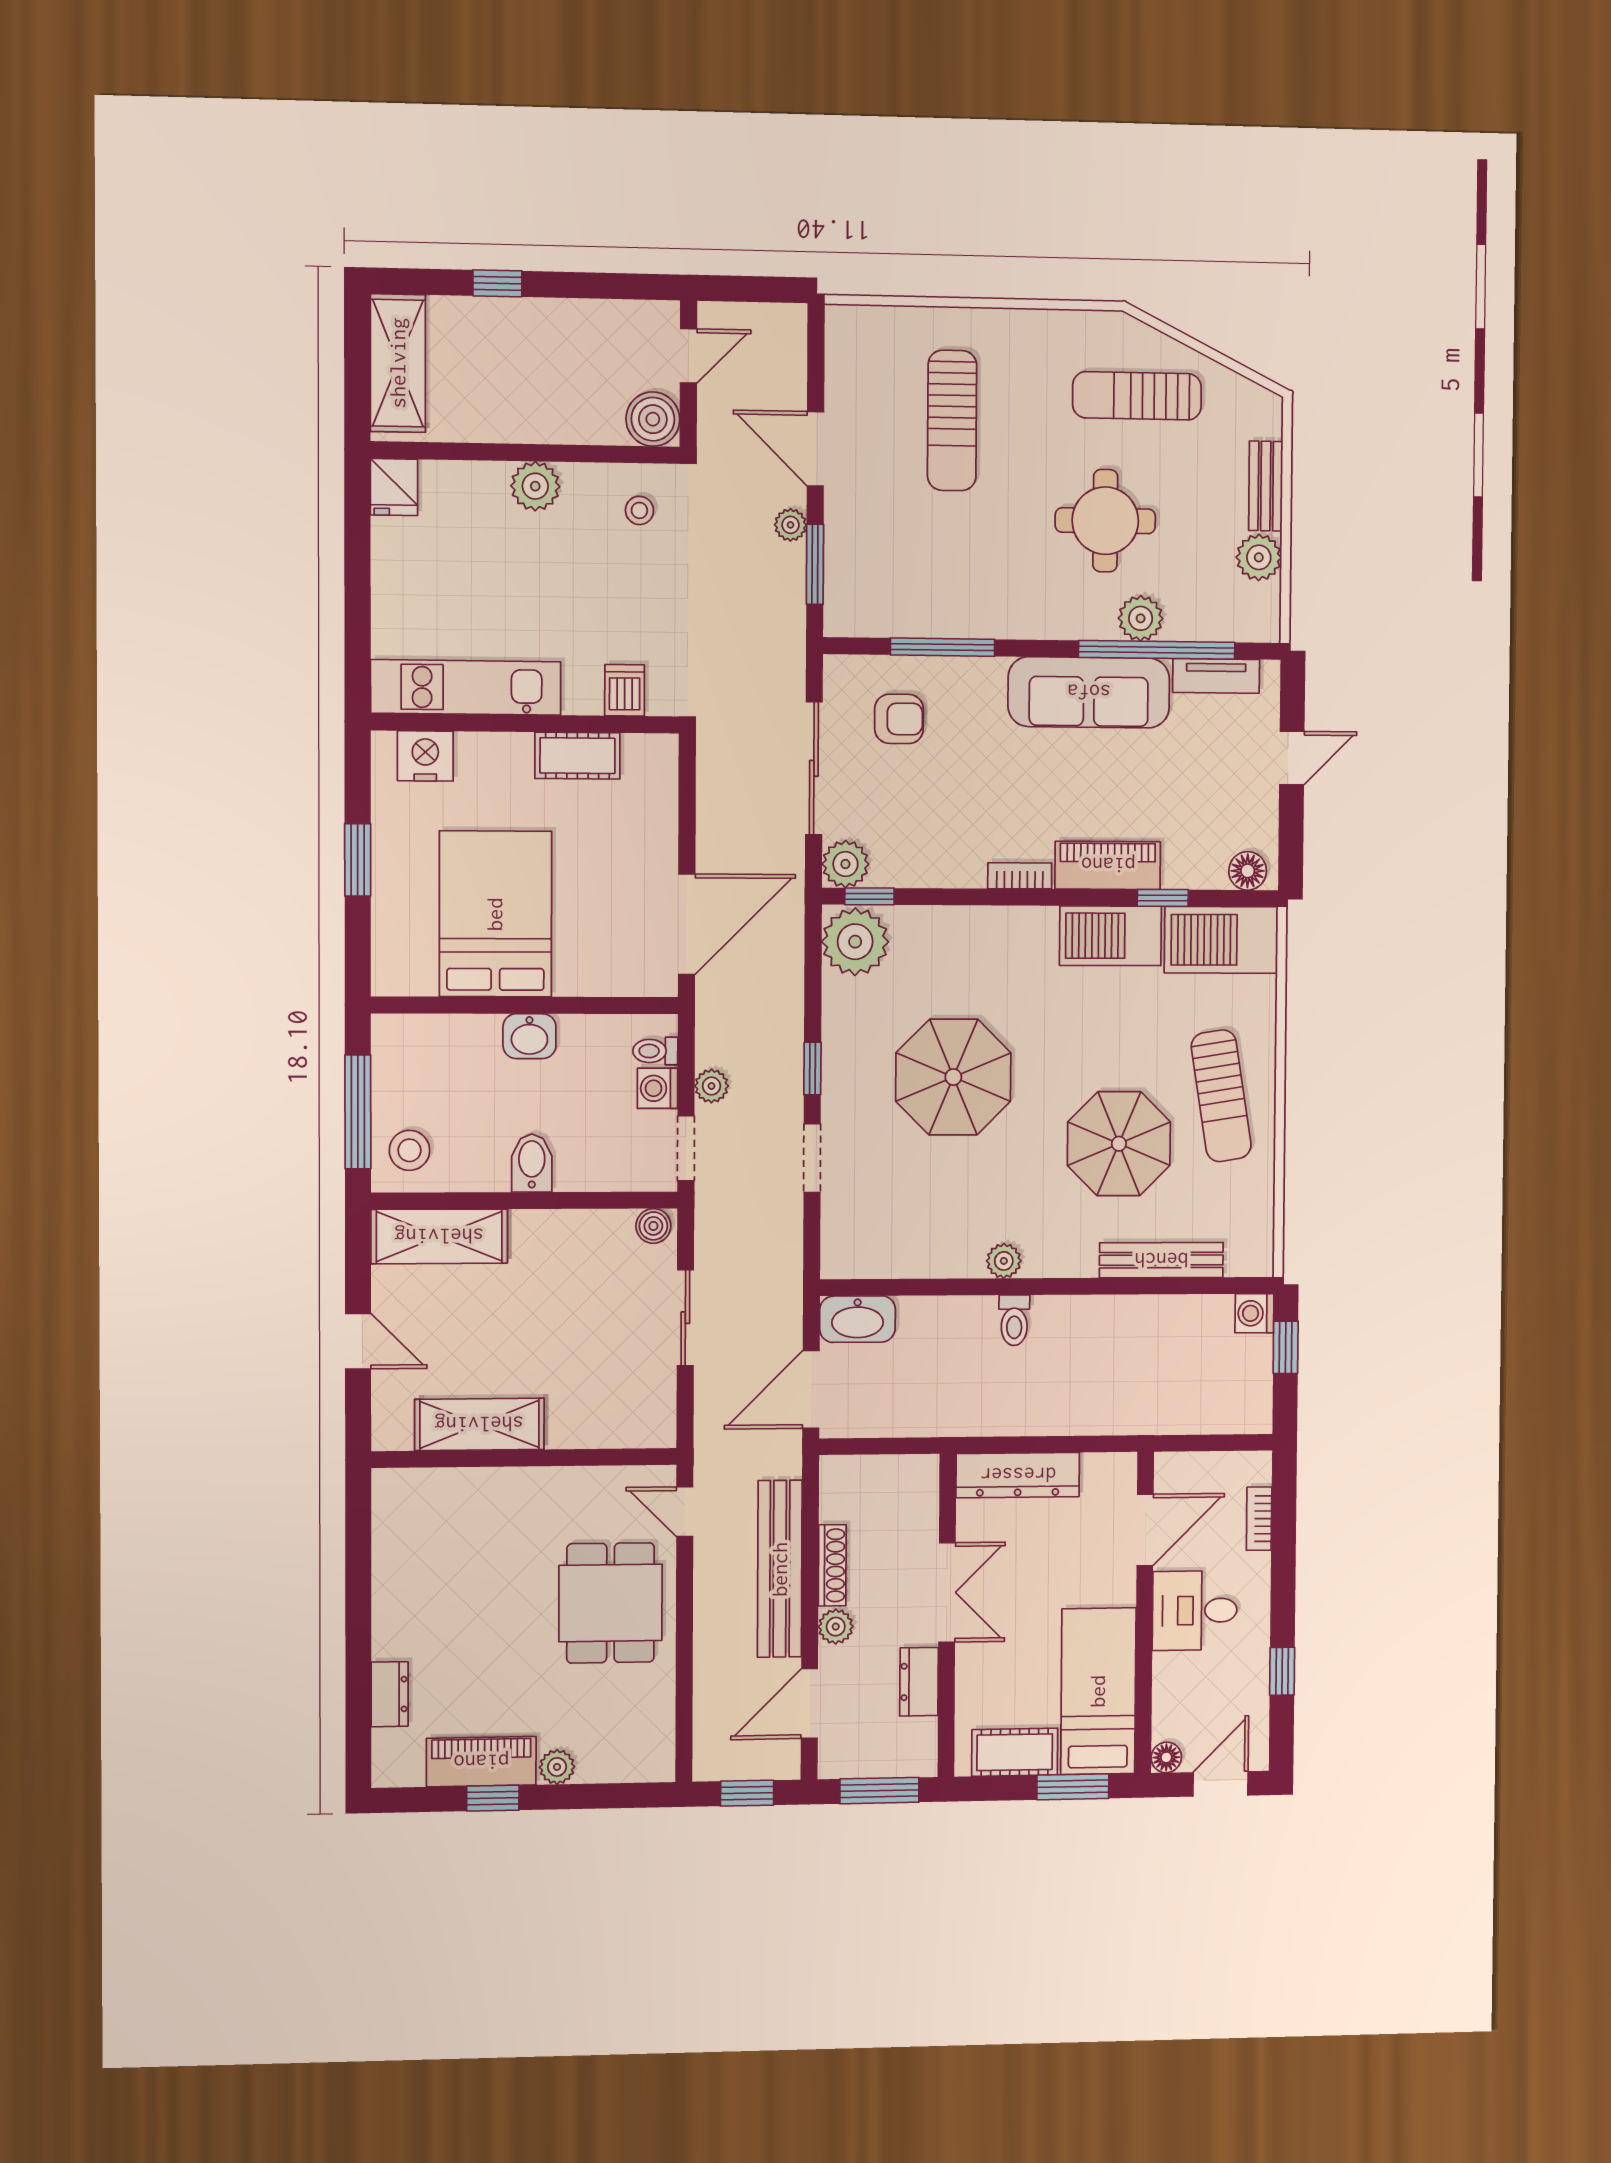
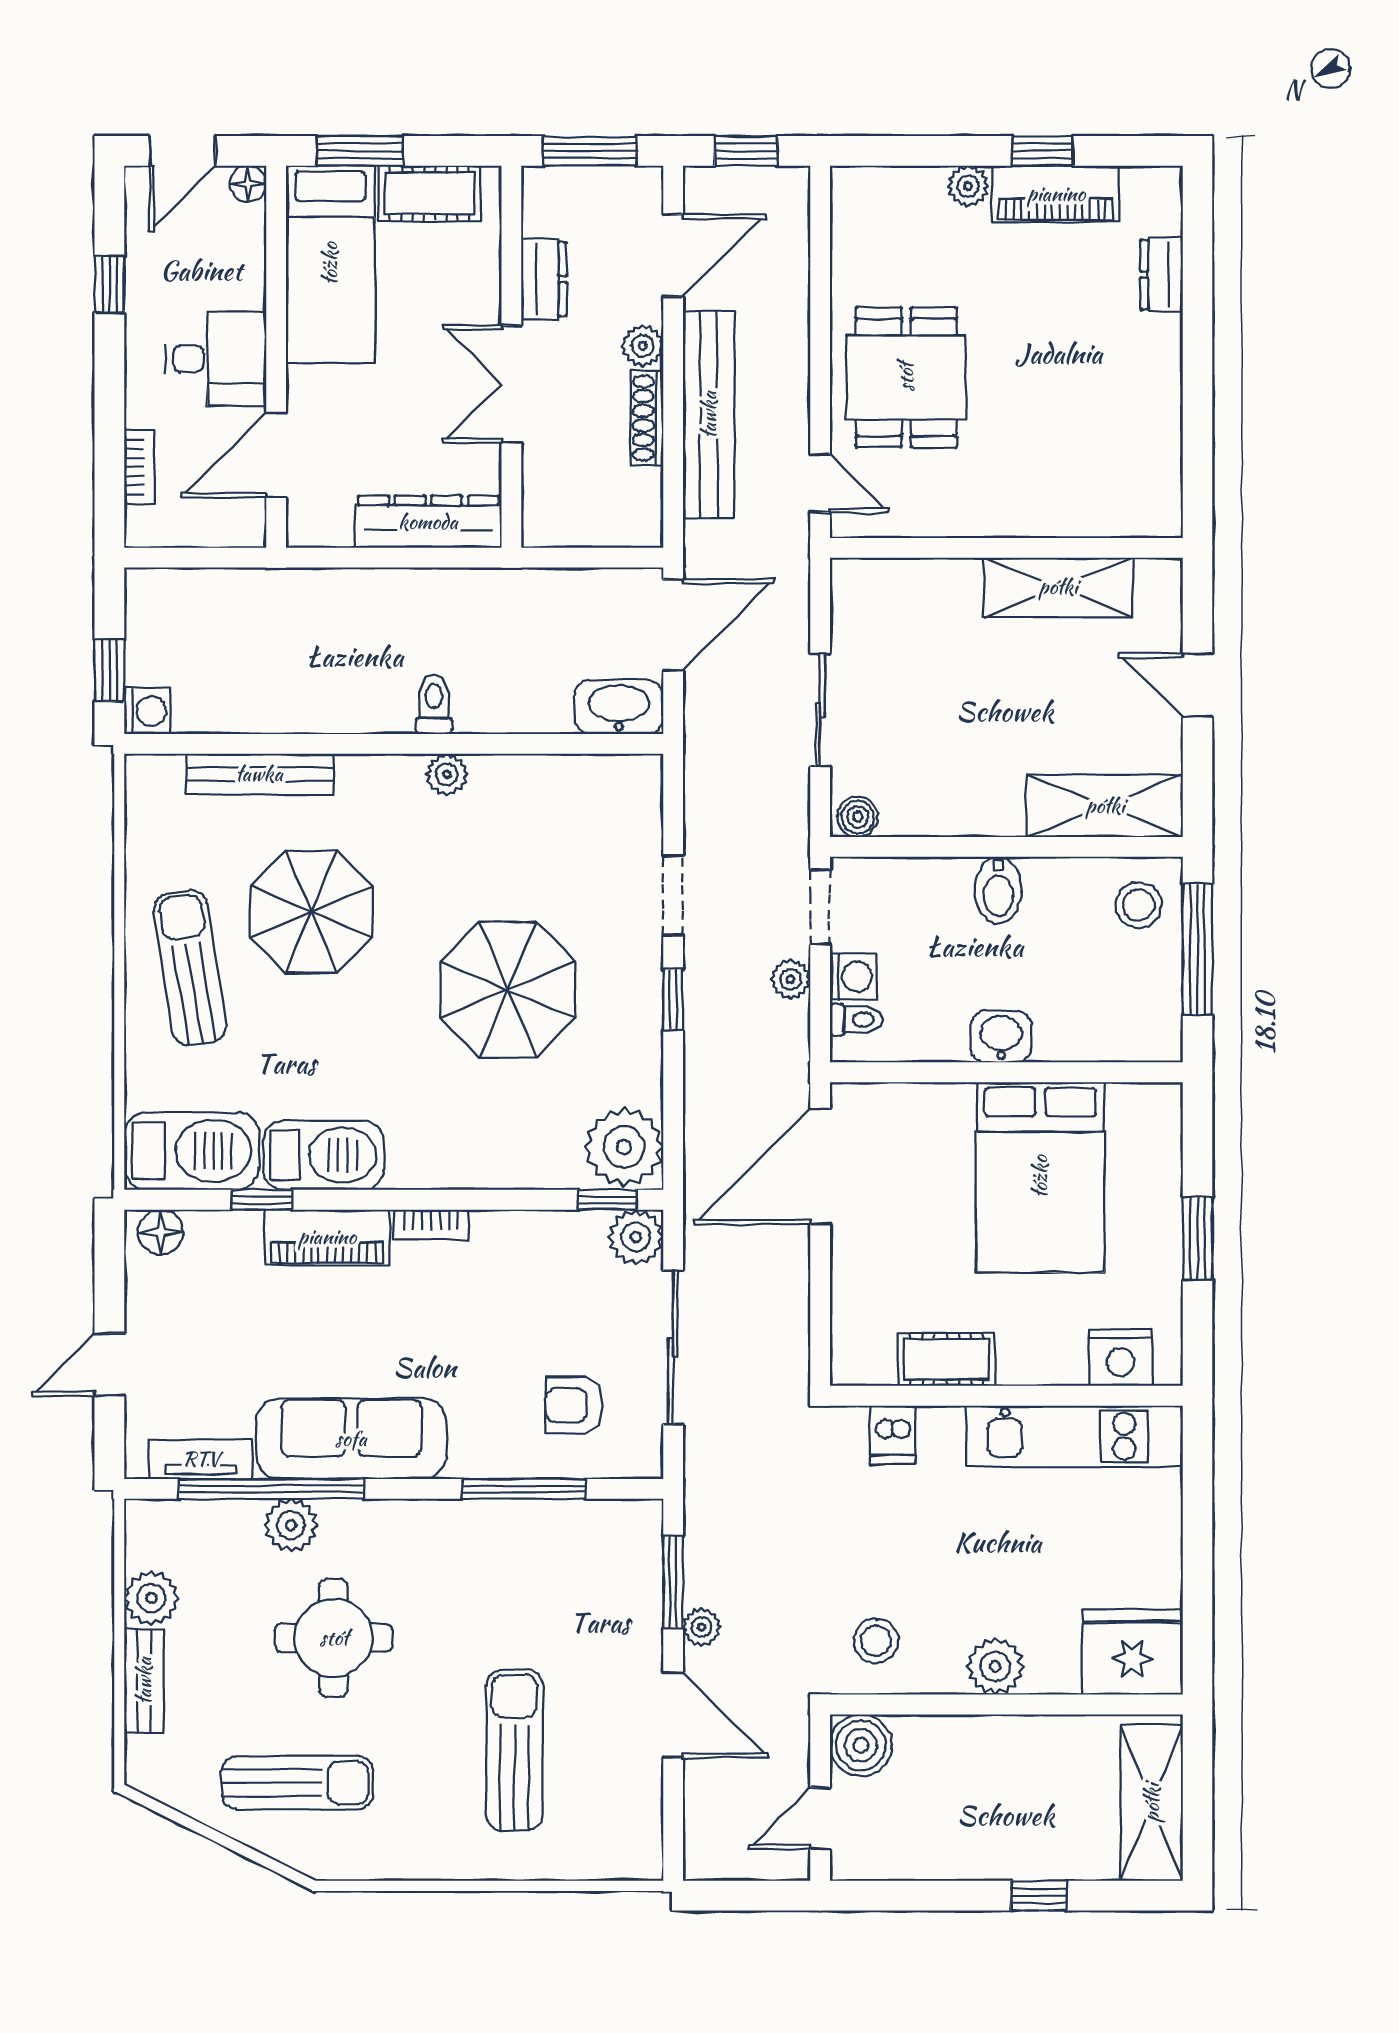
fridge: (394, 487) -> (1132, 1652), width x1.88, depth x1.34
stool: (639, 510) -> (876, 1641), width x1.37, depth x1.37

